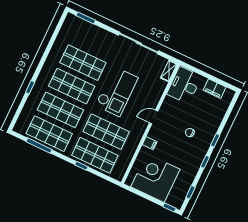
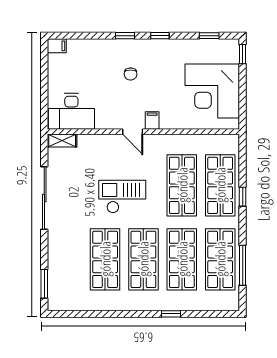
filing cabinet: (215, 89) -> (57, 46), moved, width x0.50
checkout: (117, 92) -> (122, 197), width x0.73, depth x0.83
filing cabinet: (150, 143) -> (152, 120), moved

